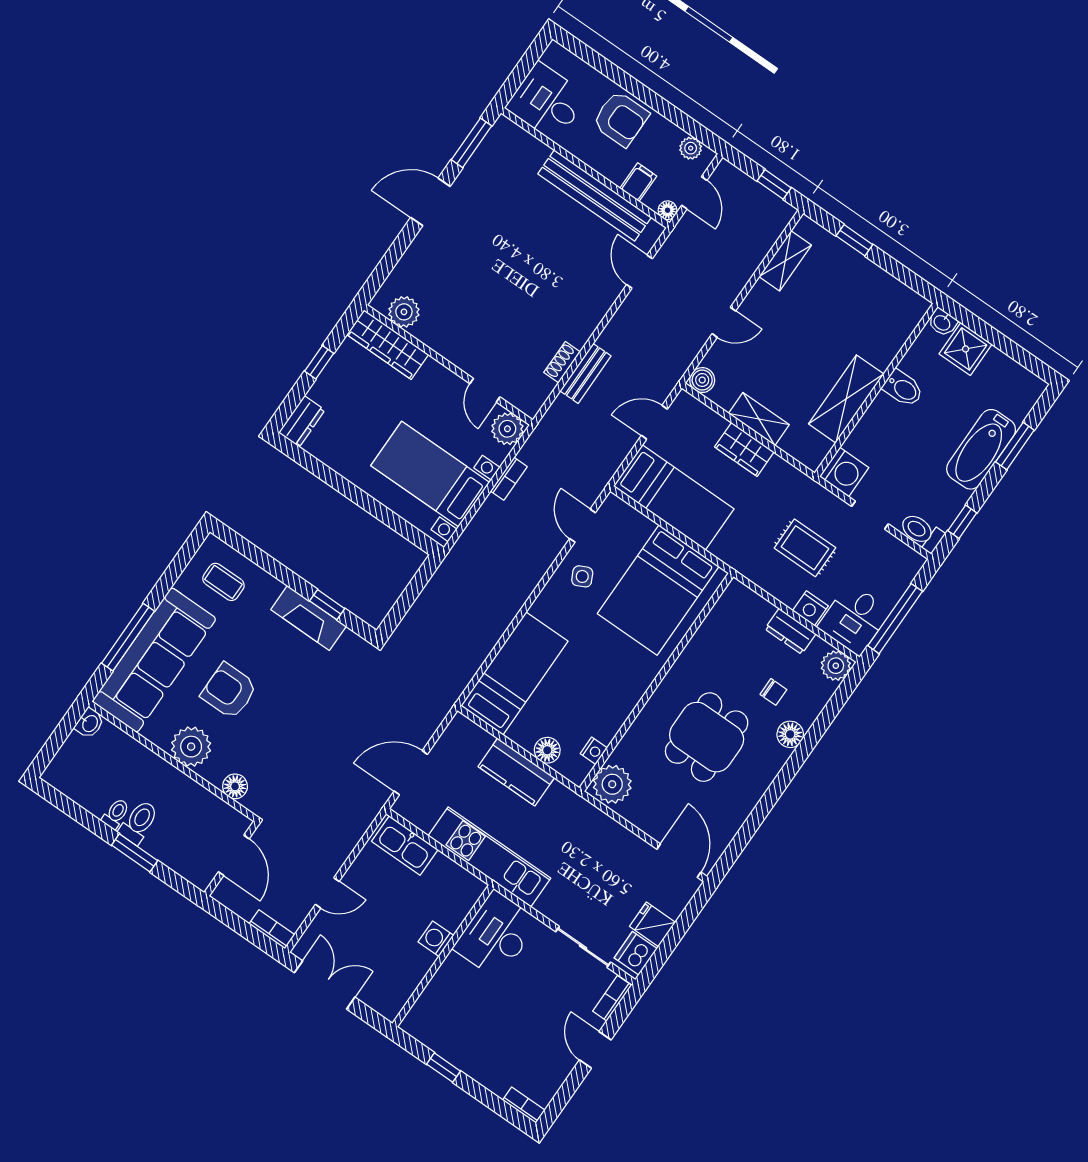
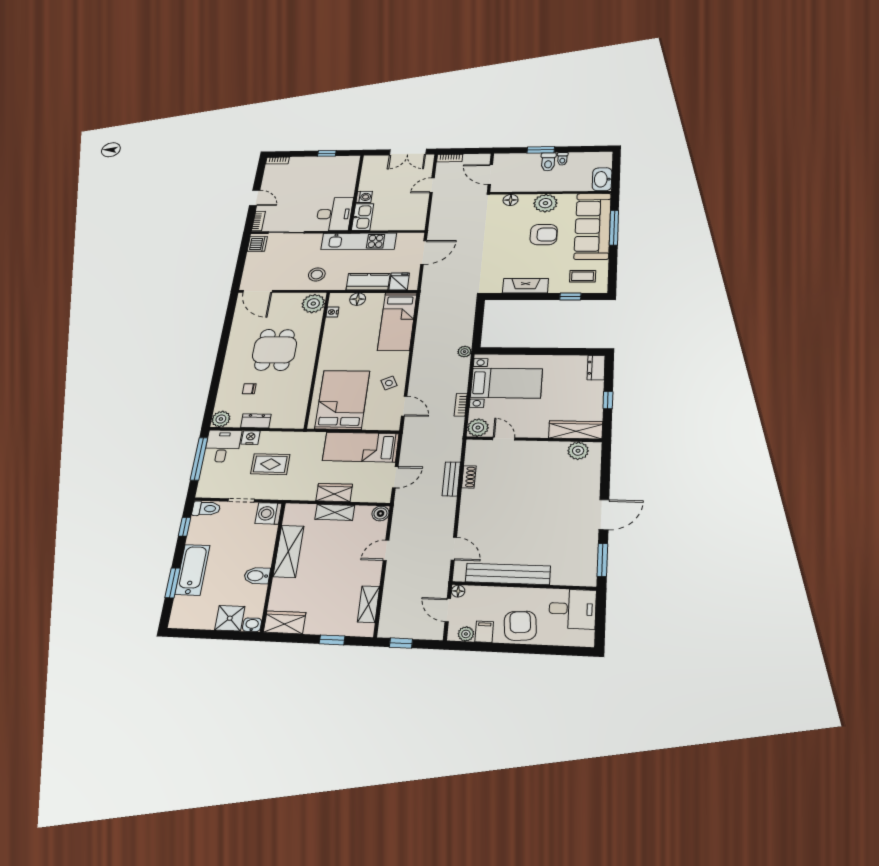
armchair: (621, 119) -> (520, 626), turned 85
filing cabinet: (638, 182) -> (484, 632), moved, turned 180
wardrobe: (900, 301) -> (285, 622), added
plant: (454, 562) -> (464, 352), added
window: (327, 605) -> (570, 297), moved
washbasin: (90, 723) -> (602, 179), width x1.91, depth x1.45
floor lamp: (790, 734) -> (229, 375), removed
stool: (580, 835) -> (317, 274), added
kitchen sink: (405, 845) -> (363, 217), moved, turned 90
fridge: (652, 924) -> (399, 281), moved, turned -90

